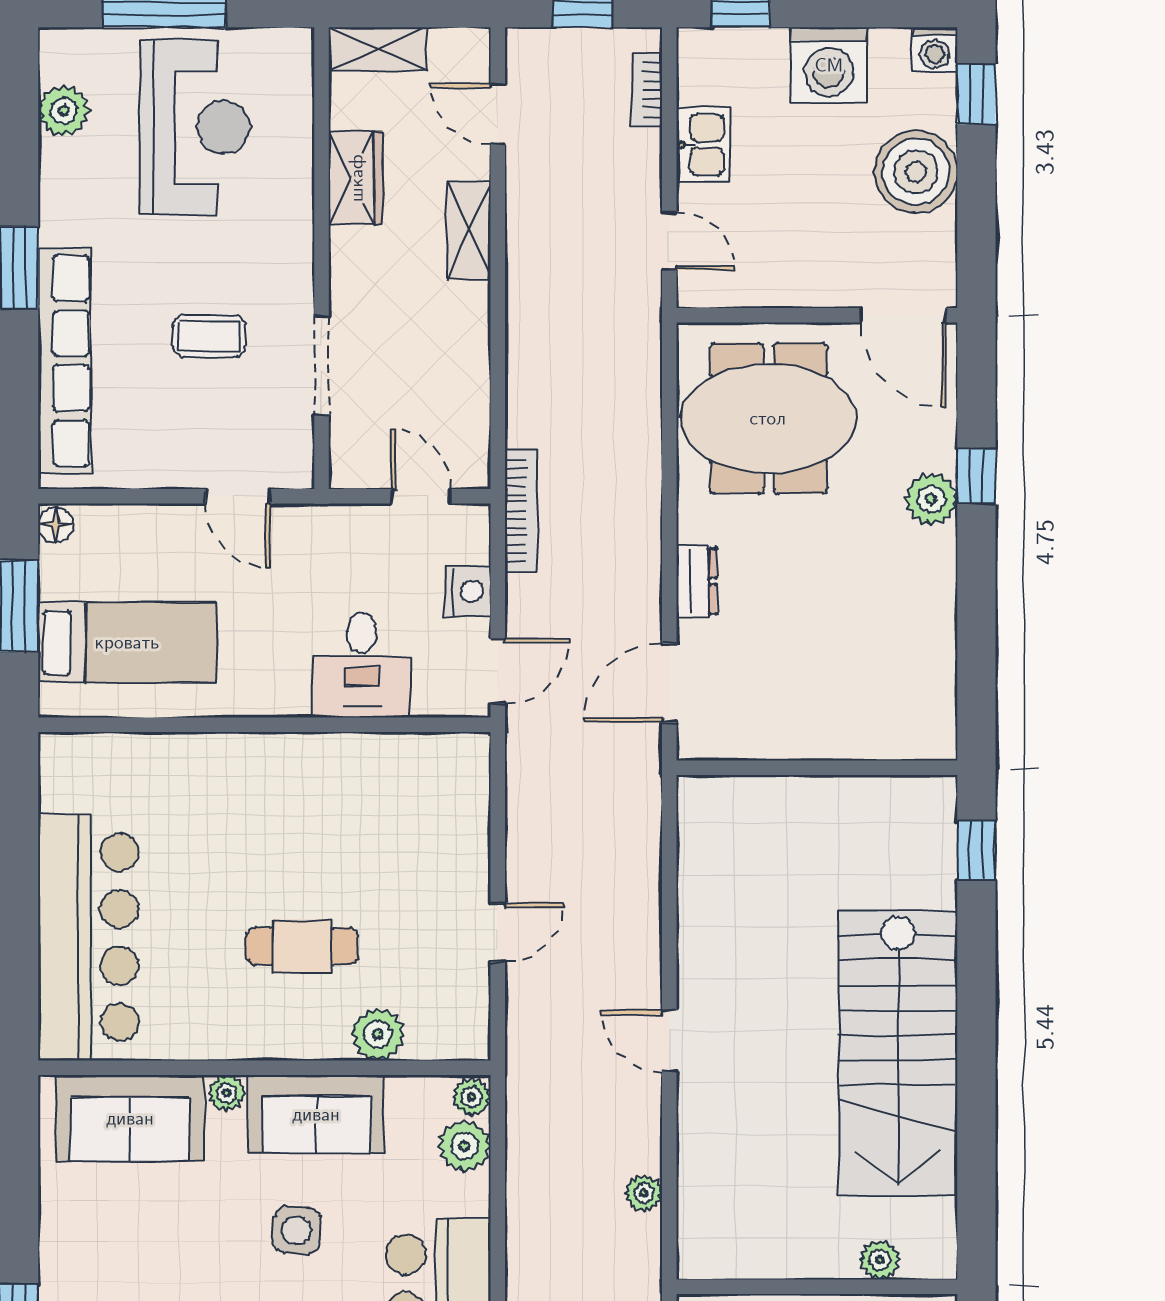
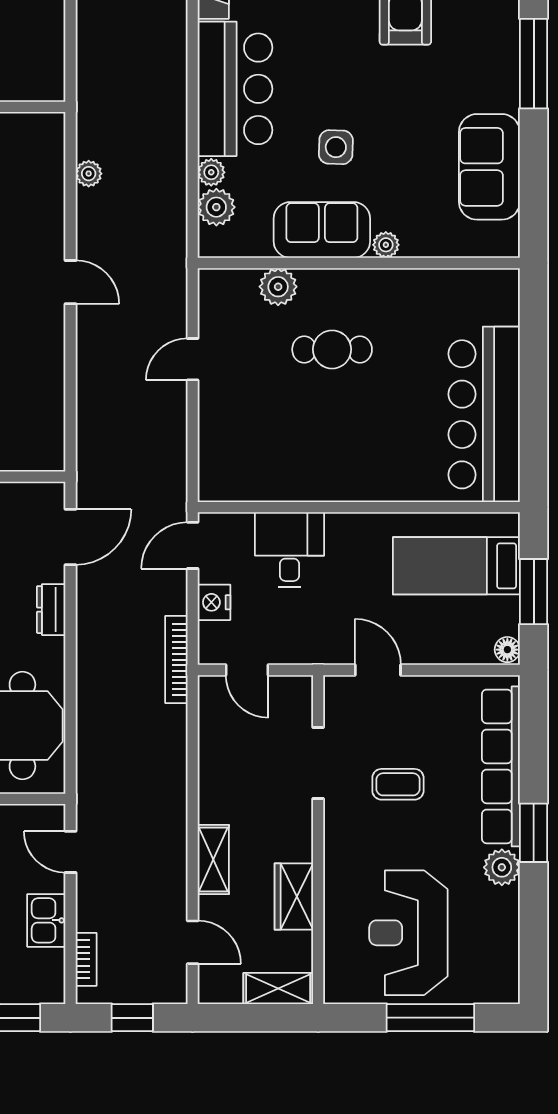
plant: (64, 111) -> (502, 867), moved
bar counter: (88, 937) -> (484, 414), moved
plant: (472, 1097) -> (211, 172), moved
sofa: (130, 1118) -> (489, 167), moved, turned -90

